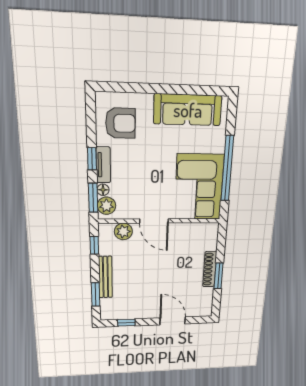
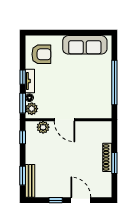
corner sofa: (199, 187) -> (95, 96), removed
bench: (105, 277) -> (30, 181), moved
window: (126, 323) -> (56, 200), moved

